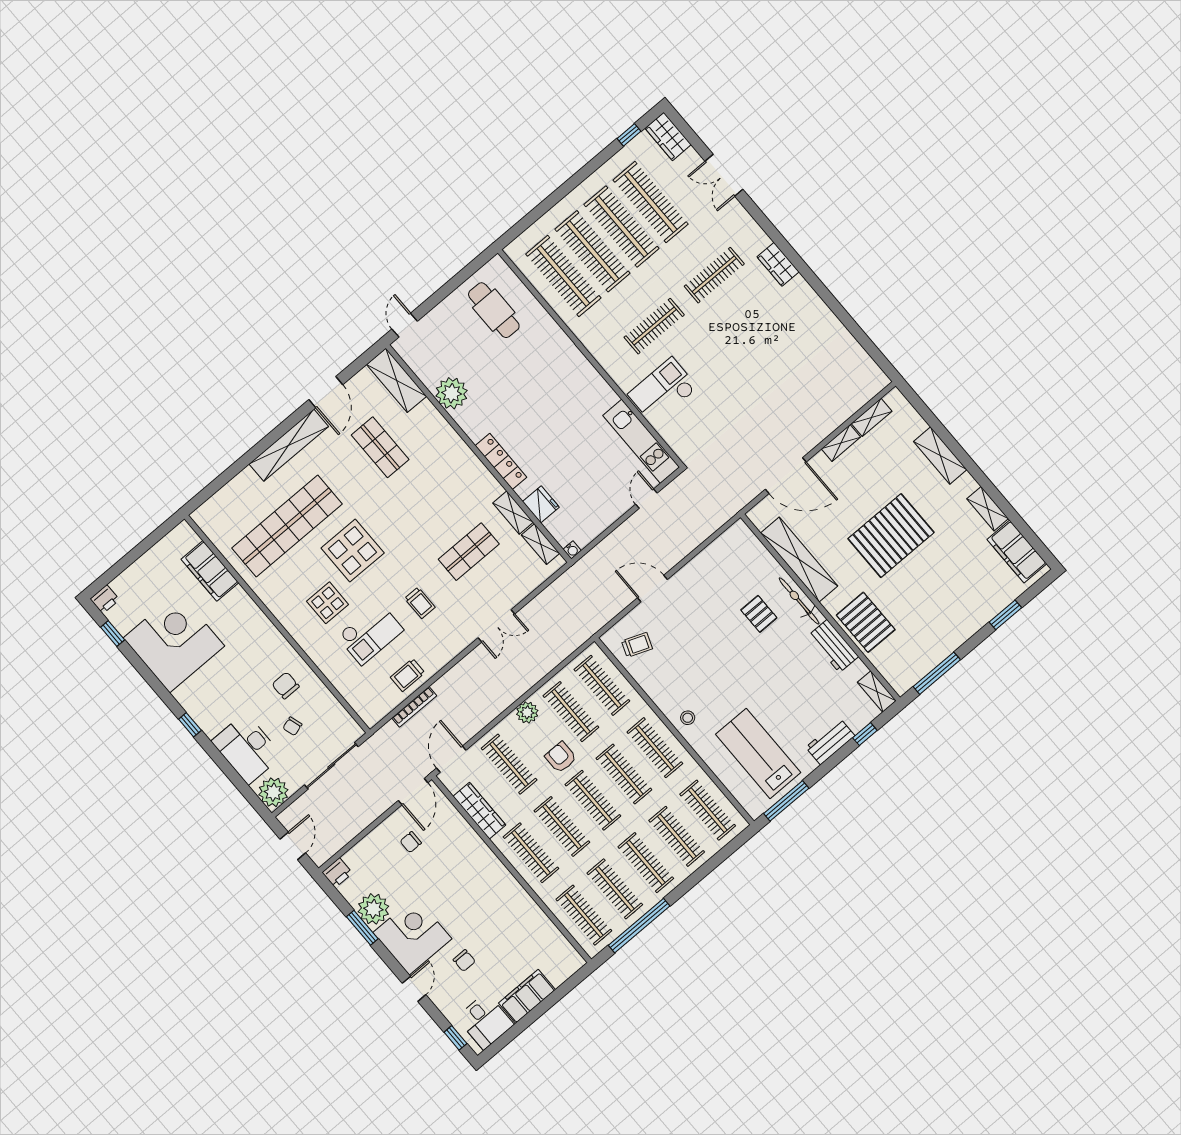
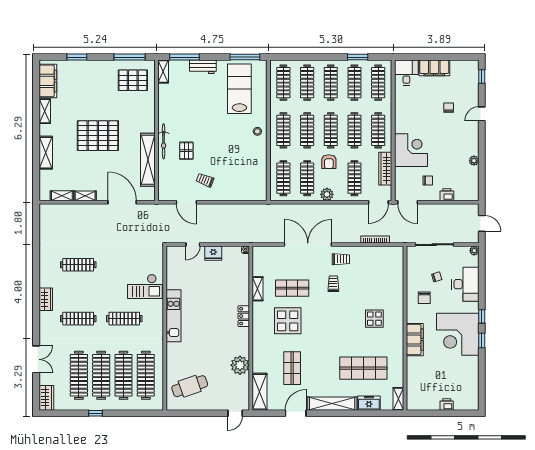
window: (629, 135) -> (95, 413), moved
cafe table: (494, 310) -> (190, 386), turned 71
clothes rail: (774, 345) -> (78, 265), added
kitchen unit: (641, 441) -> (174, 316), moved
locker: (501, 461) -> (244, 316), width x0.66
freezer: (241, 487) -> (369, 403), added
fridge: (541, 504) -> (213, 253), moved, turned -90
shop shelf: (287, 526) -> (363, 368), width x0.71
shelving: (541, 544) -> (398, 399), moved
display table: (353, 550) -> (288, 321), moved
filing cabinet: (210, 571) -> (415, 340), moved
door: (652, 589) -> (186, 202), moved
printer: (105, 599) -> (447, 404), moved
pallet: (866, 622) -> (133, 80), moved, turned 90
double door: (496, 626) -> (308, 245), width x1.87
window: (113, 633) -> (482, 340), moved
checkout: (370, 633) -> (367, 289), removed
corner desk: (174, 642) -> (458, 334), moved
trolley: (637, 645) -> (205, 180), moved
workbench: (833, 646) -> (165, 108), removed
trolley: (408, 675) -> (341, 259), moved
window: (865, 734) -> (184, 57), width x2.17
lab bench: (758, 753) -> (239, 89), turned 180
plant: (273, 792) -> (474, 251), width x0.53, depth x0.53
door: (413, 792) -> (408, 202), swing flipped
door: (293, 846) -> (482, 223), swing flipped
printer: (337, 873) -> (447, 195), moved
plant: (373, 909) -> (474, 161), width x0.53, depth x0.53
window: (639, 926) -> (358, 57), width x0.47
window: (362, 928) -> (482, 161), removed
corner desk: (412, 936) -> (411, 150), moved, turned 180
desk: (485, 1021) -> (406, 73), moved

